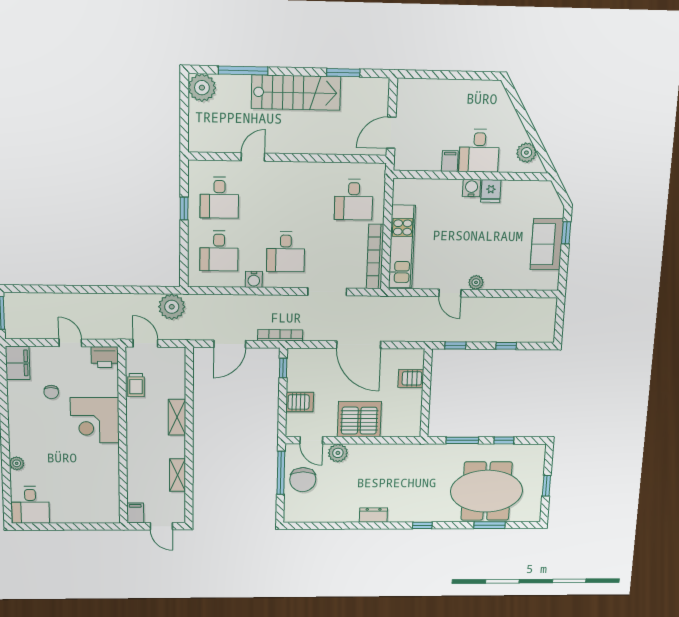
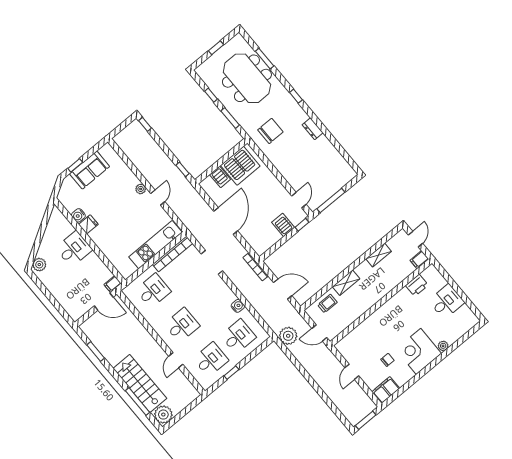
stairs: (296, 93) -> (140, 383), moved
plant: (526, 153) -> (39, 265), moved
door: (253, 157) -> (176, 360), hinge flipped
filing cabinet: (450, 161) -> (113, 284), moved
water cooler: (471, 188) -> (78, 215), moved
desk: (286, 252) -> (182, 325), moved
door: (145, 343) -> (319, 333), hinge flipped
window: (506, 346) -> (145, 124), moved
printer: (105, 357) -> (417, 285), moved, turned 90
window: (283, 368) -> (302, 225), moved
trolley: (136, 385) -> (327, 304), moved
server rack: (359, 419) -> (240, 166), moved, turned -90
corner desk: (95, 420) -> (419, 351), moved, turned 180
plant: (338, 453) -> (294, 179), removed
chair: (303, 480) -> (270, 131), moved
desk: (30, 505) -> (446, 302), moved

